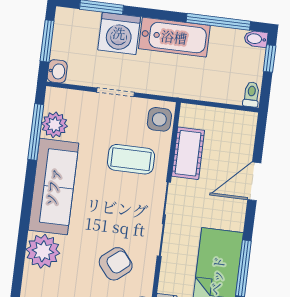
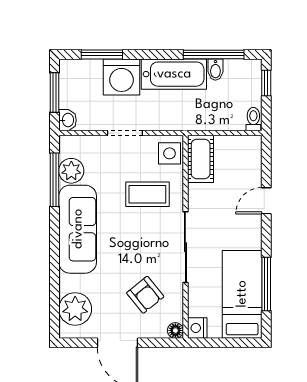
bidet: (256, 39) -> (215, 70), moved, turned -90
cot: (188, 153) -> (201, 159), moved
door: (254, 181) -> (266, 201), width x0.73
plant: (43, 251) -> (75, 309), moved
armchair: (116, 264) -> (145, 295), turned 90

